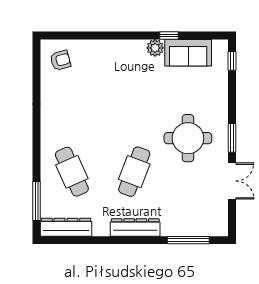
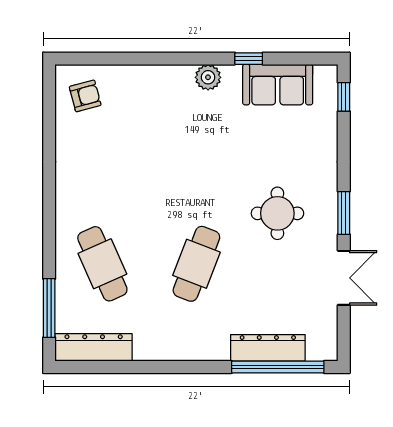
plant: (155, 48) -> (208, 77), moved
round table: (188, 138) -> (277, 213), width x0.73, depth x0.73
dresser: (135, 227) -> (268, 348), moved
window: (188, 240) -> (278, 367), width x1.46

